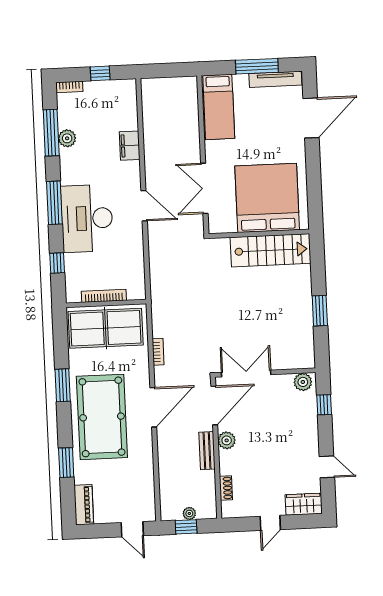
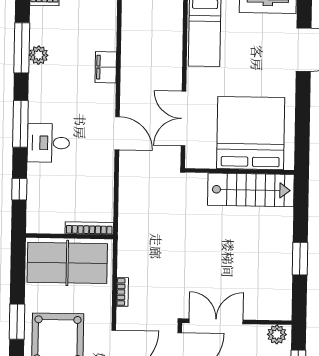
desk: (87, 218) -> (48, 143), width x0.53, depth x0.77
bookcase: (104, 296) -> (89, 228), moved

